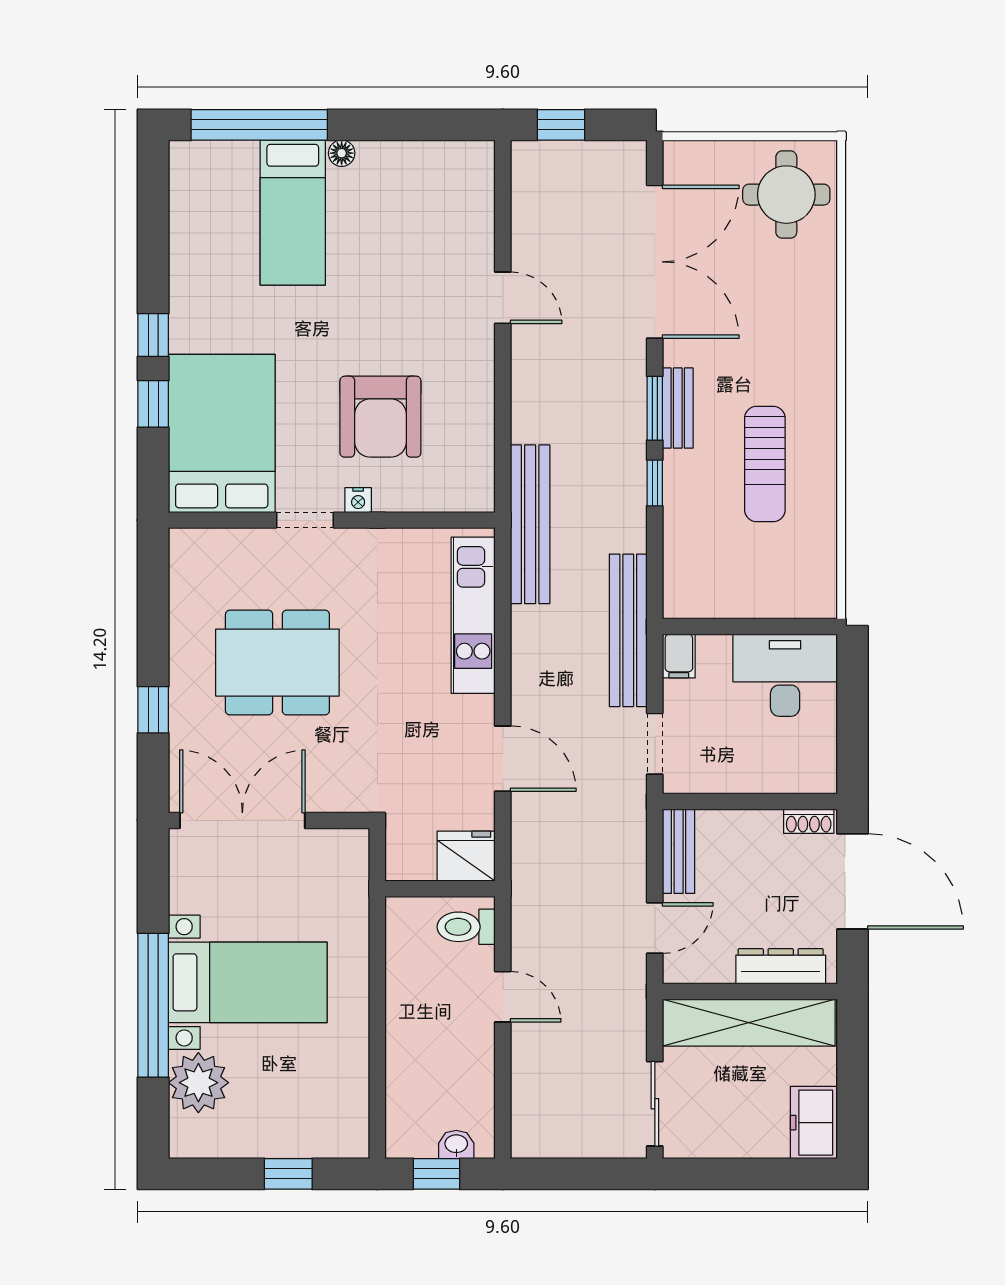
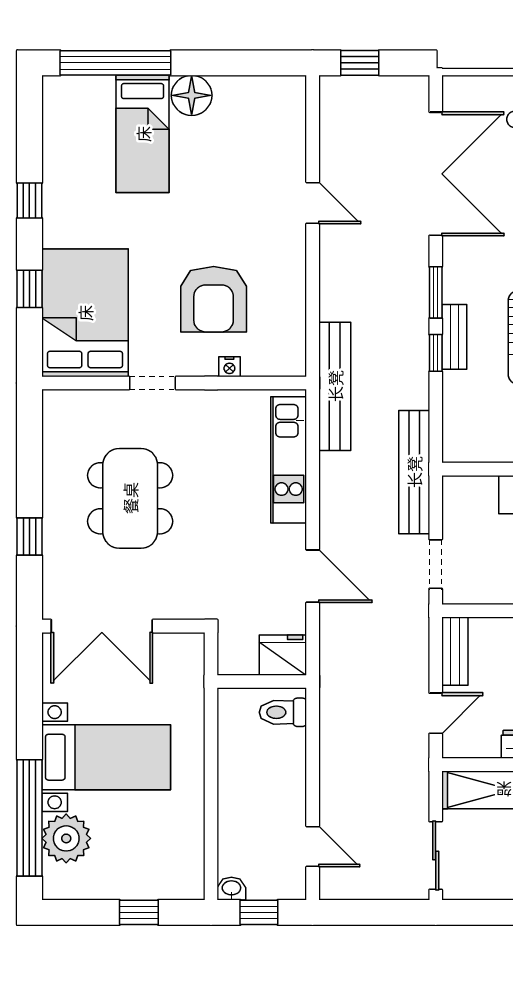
floor lamp: (342, 153) -> (192, 95), width x1.89, depth x1.89
window: (153, 335) -> (29, 201), moved
bench: (678, 408) -> (454, 337), moved
nightstand: (358, 500) -> (229, 367), moved
filing cabinet: (679, 656) -> (455, 493), removed
dining table: (277, 663) -> (130, 498), turned 90
double door: (242, 820) -> (102, 626), swing flipped
door: (503, 997) -> (313, 847), moved
window: (153, 1005) -> (29, 818), moved
washbasin: (456, 1145) -> (231, 889), moved

